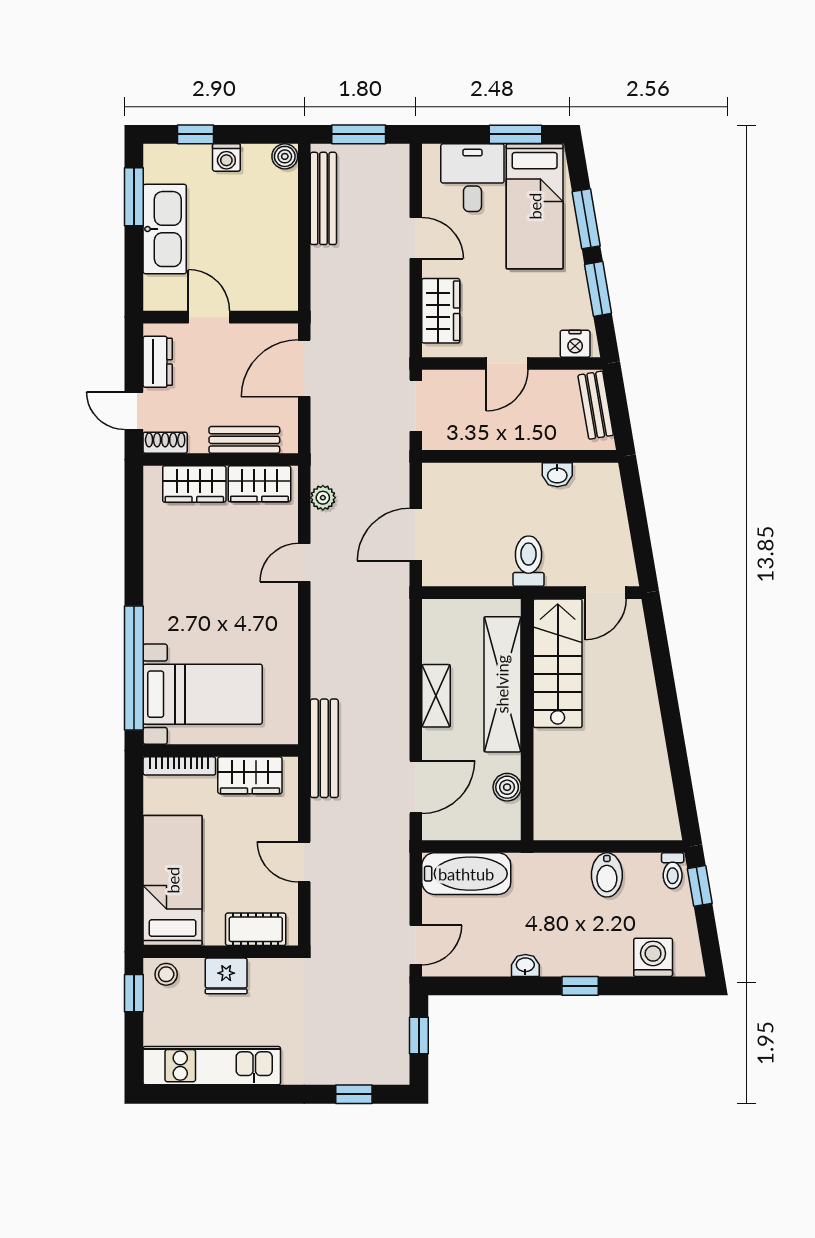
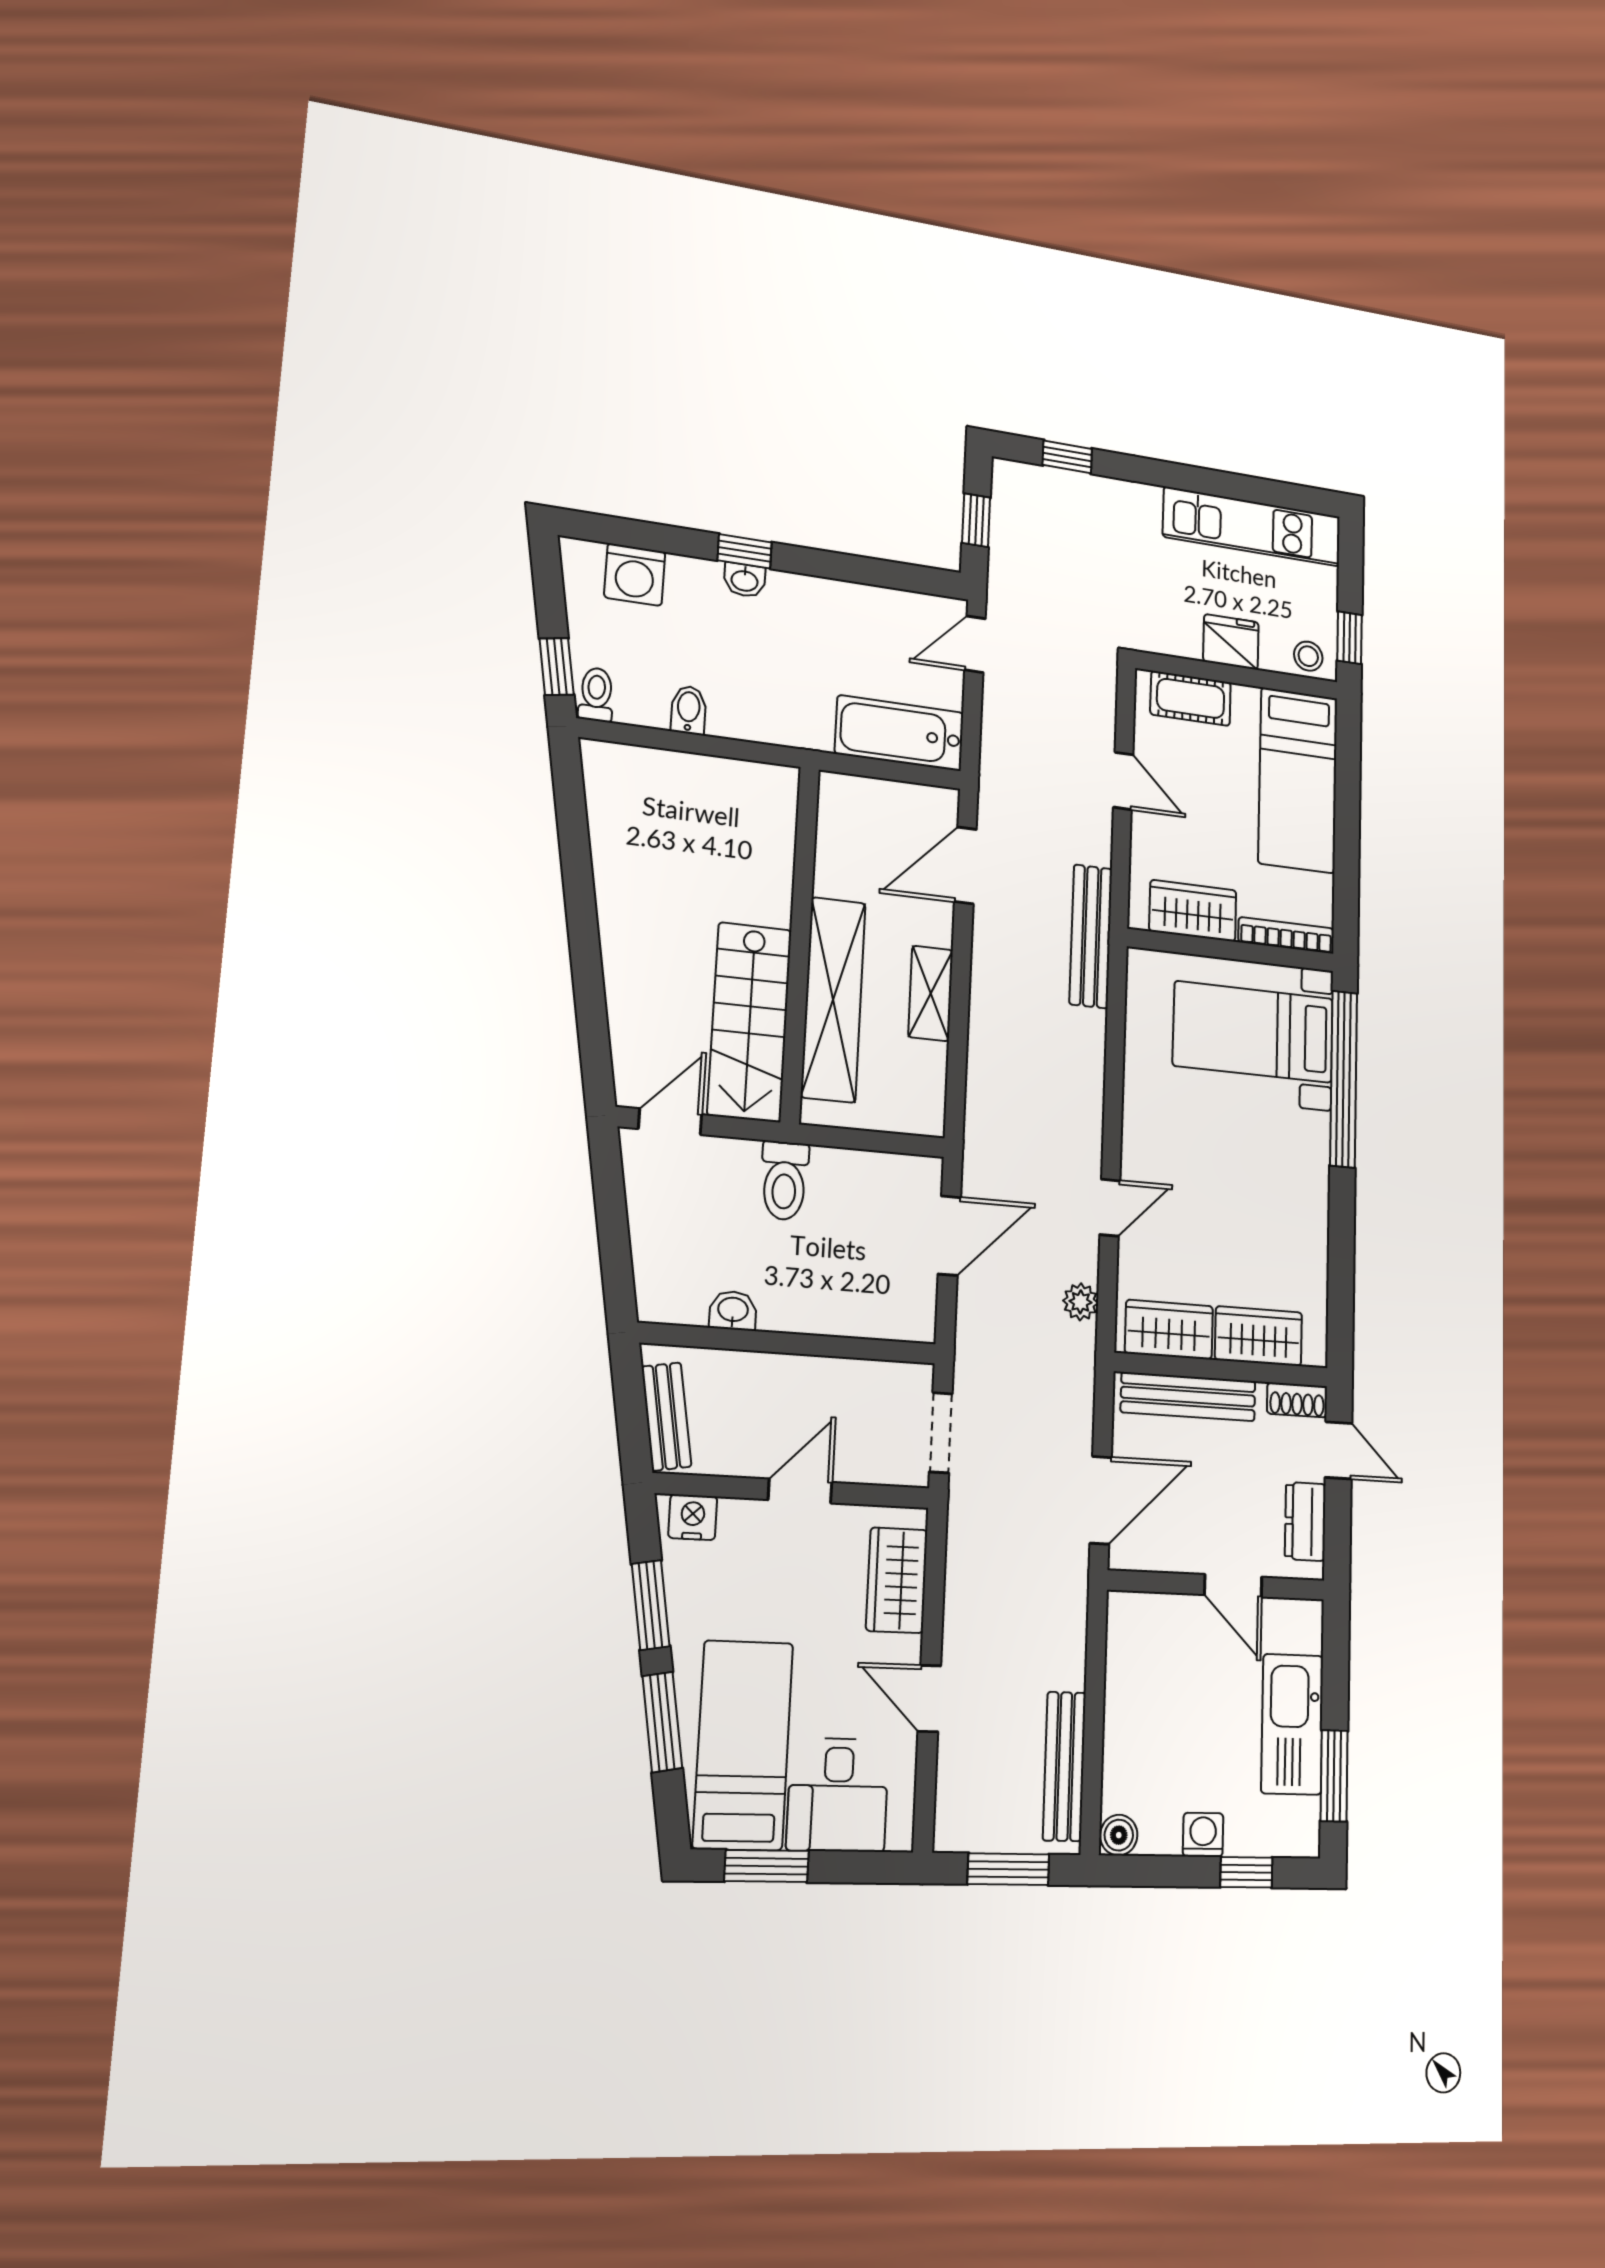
bench: (244, 440) -> (1188, 1397), width x1.36
boiler: (507, 787) -> (835, 848), removed
bidet: (607, 875) -> (689, 710), width x0.72, depth x0.74
washbasin: (525, 965) -> (745, 580), moved

